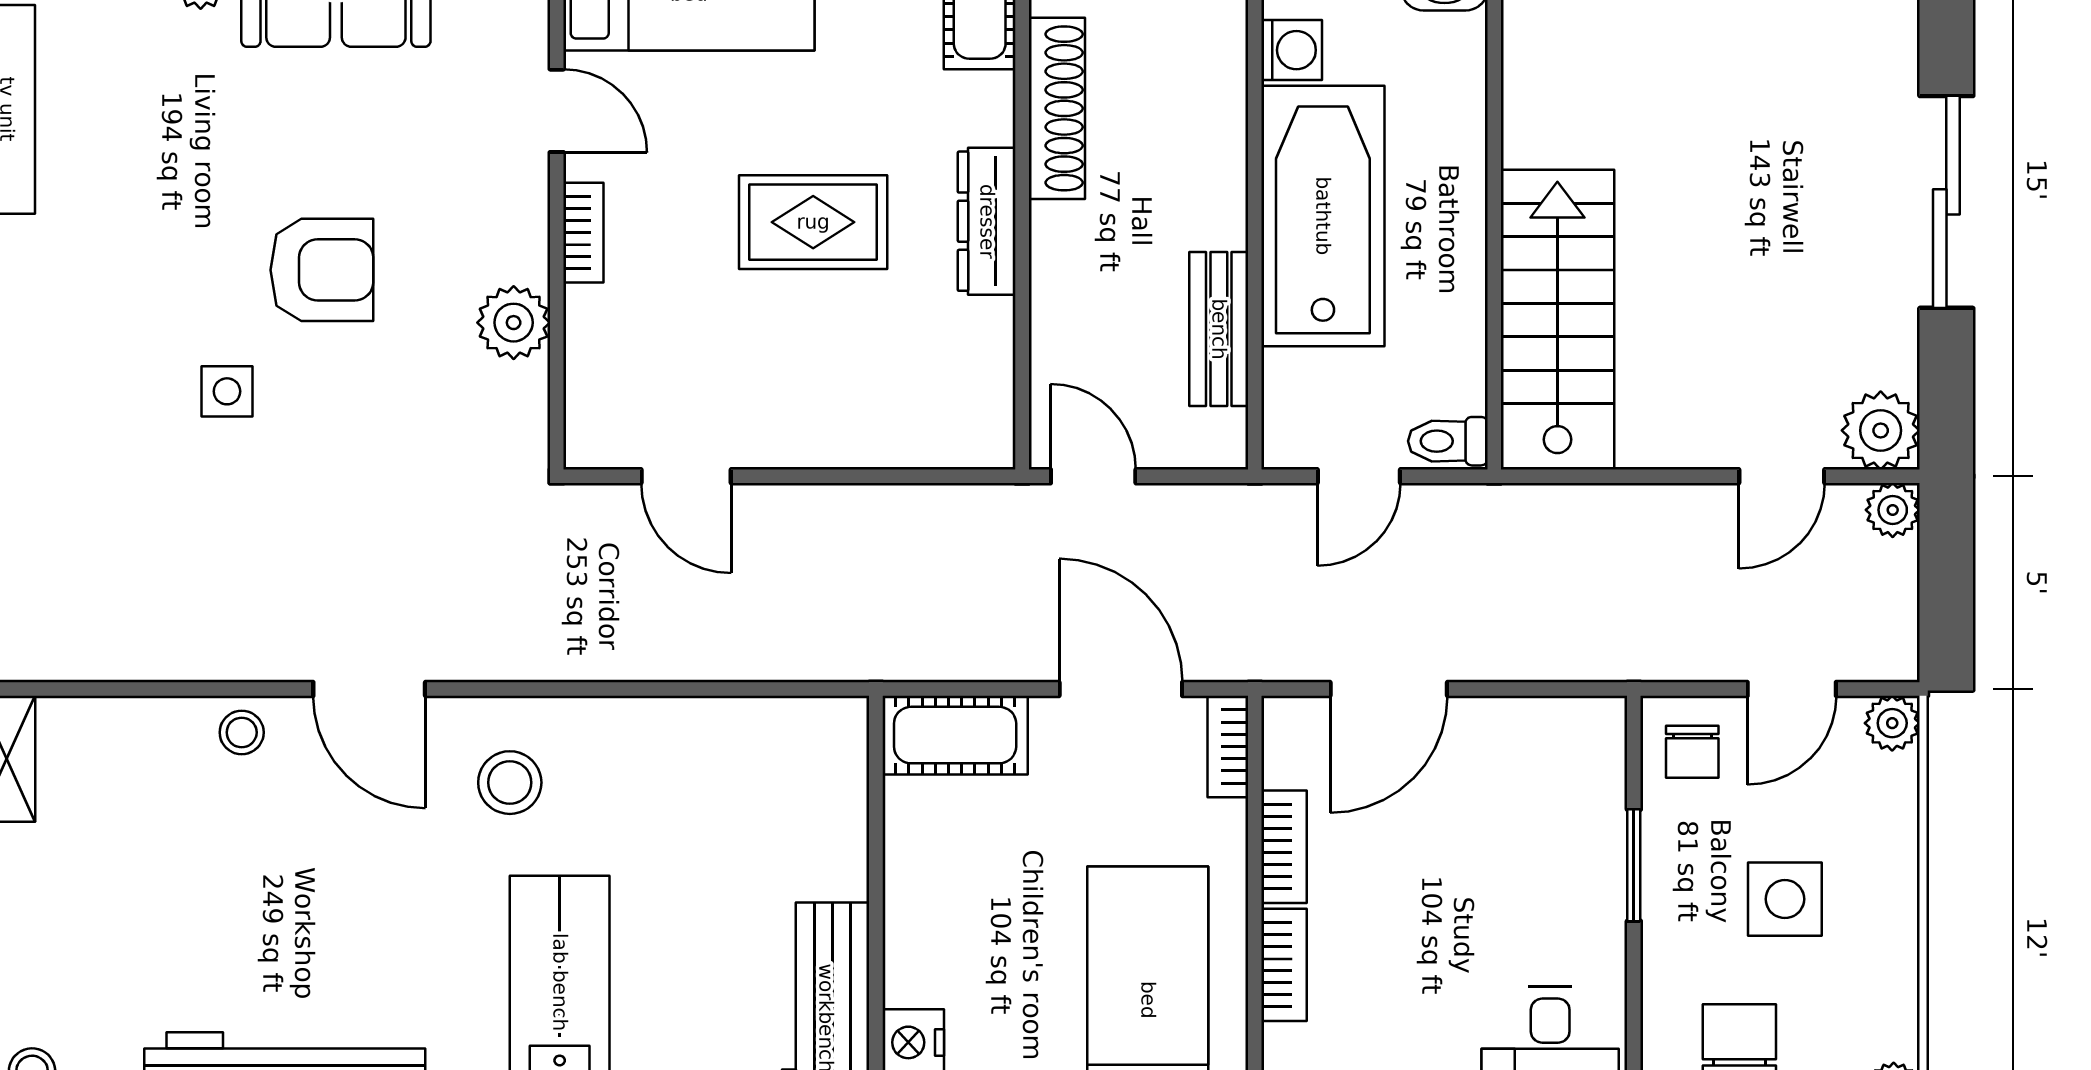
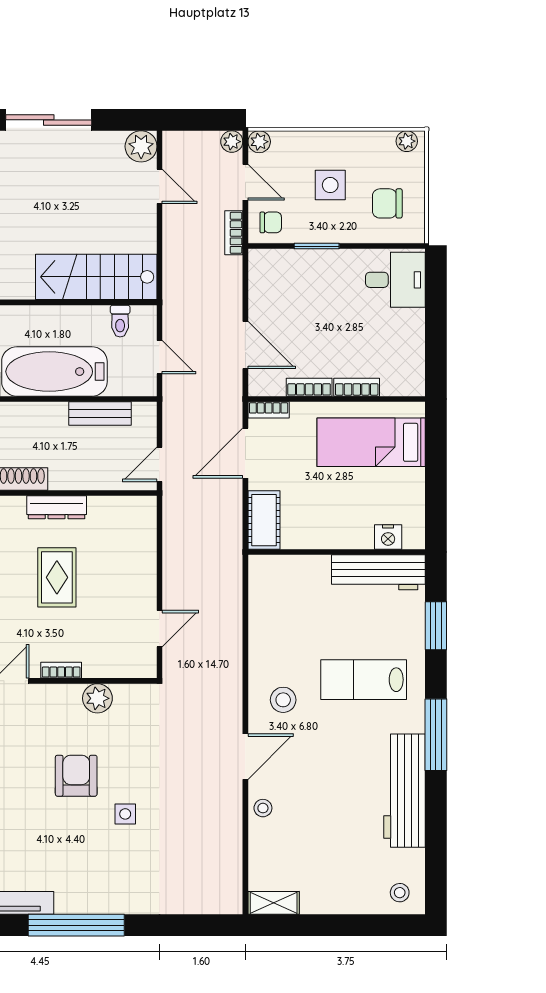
toilet: (1448, 441) -> (120, 321), moved
plant: (1893, 510) -> (232, 142), moved
bookcase: (1667, 660) -> (234, 233), added

